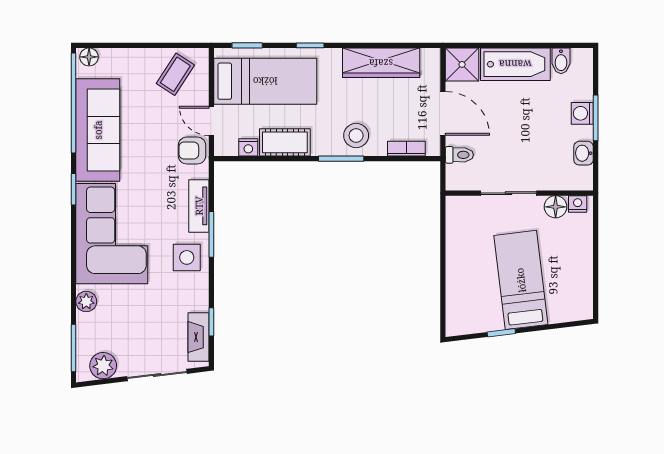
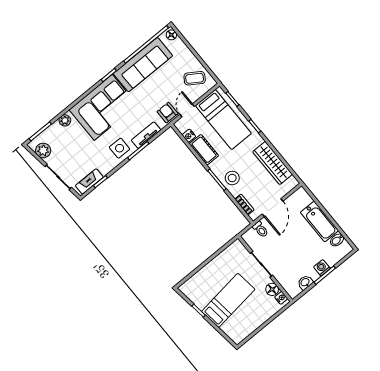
shower: (462, 64) -> (300, 199), removed

